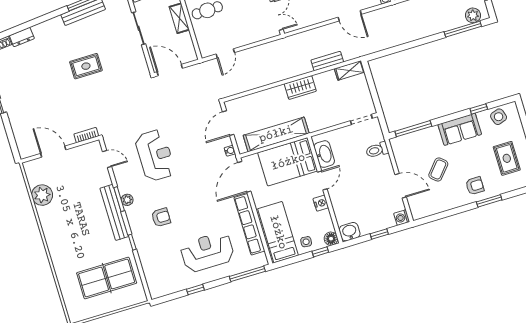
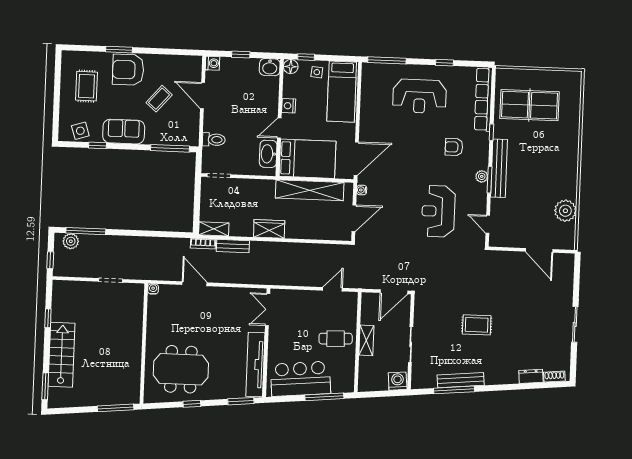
door: (170, 70) -> (394, 292), hinge flipped
bookcase: (86, 135) -> (203, 244), moved
armchair: (475, 186) -> (128, 70), width x1.88, depth x1.88
row of seats: (249, 224) -> (483, 99), moved, turned 180

